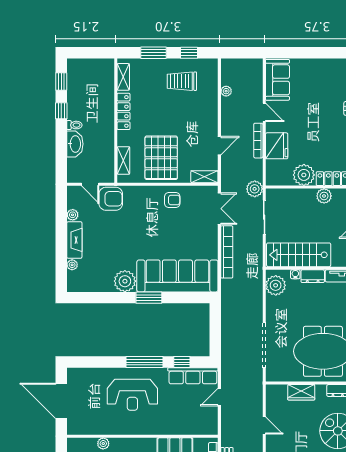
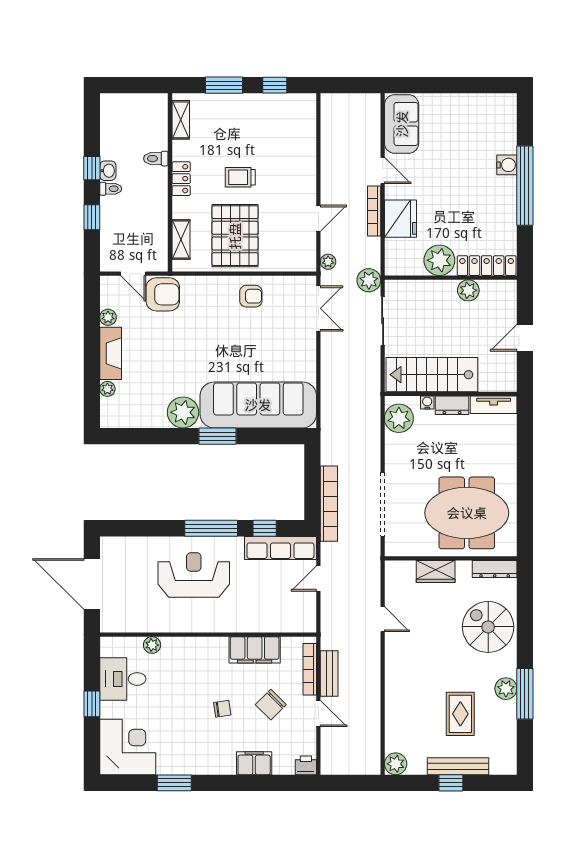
trolley: (182, 81) -> (240, 177), moved, width x0.73, depth x0.72
window: (61, 82) -> (92, 217), moved
plant: (226, 91) -> (328, 262), moved
toilet: (106, 104) -> (156, 159), added
locker: (123, 111) -> (181, 179), width x0.66
washbasin: (75, 144) -> (108, 171), moved, width x0.52, depth x0.69
shelving: (204, 177) -> (297, 263), removed
bookcase: (227, 252) -> (329, 504), moved
reception desk: (132, 395) -> (194, 575), turned 180

